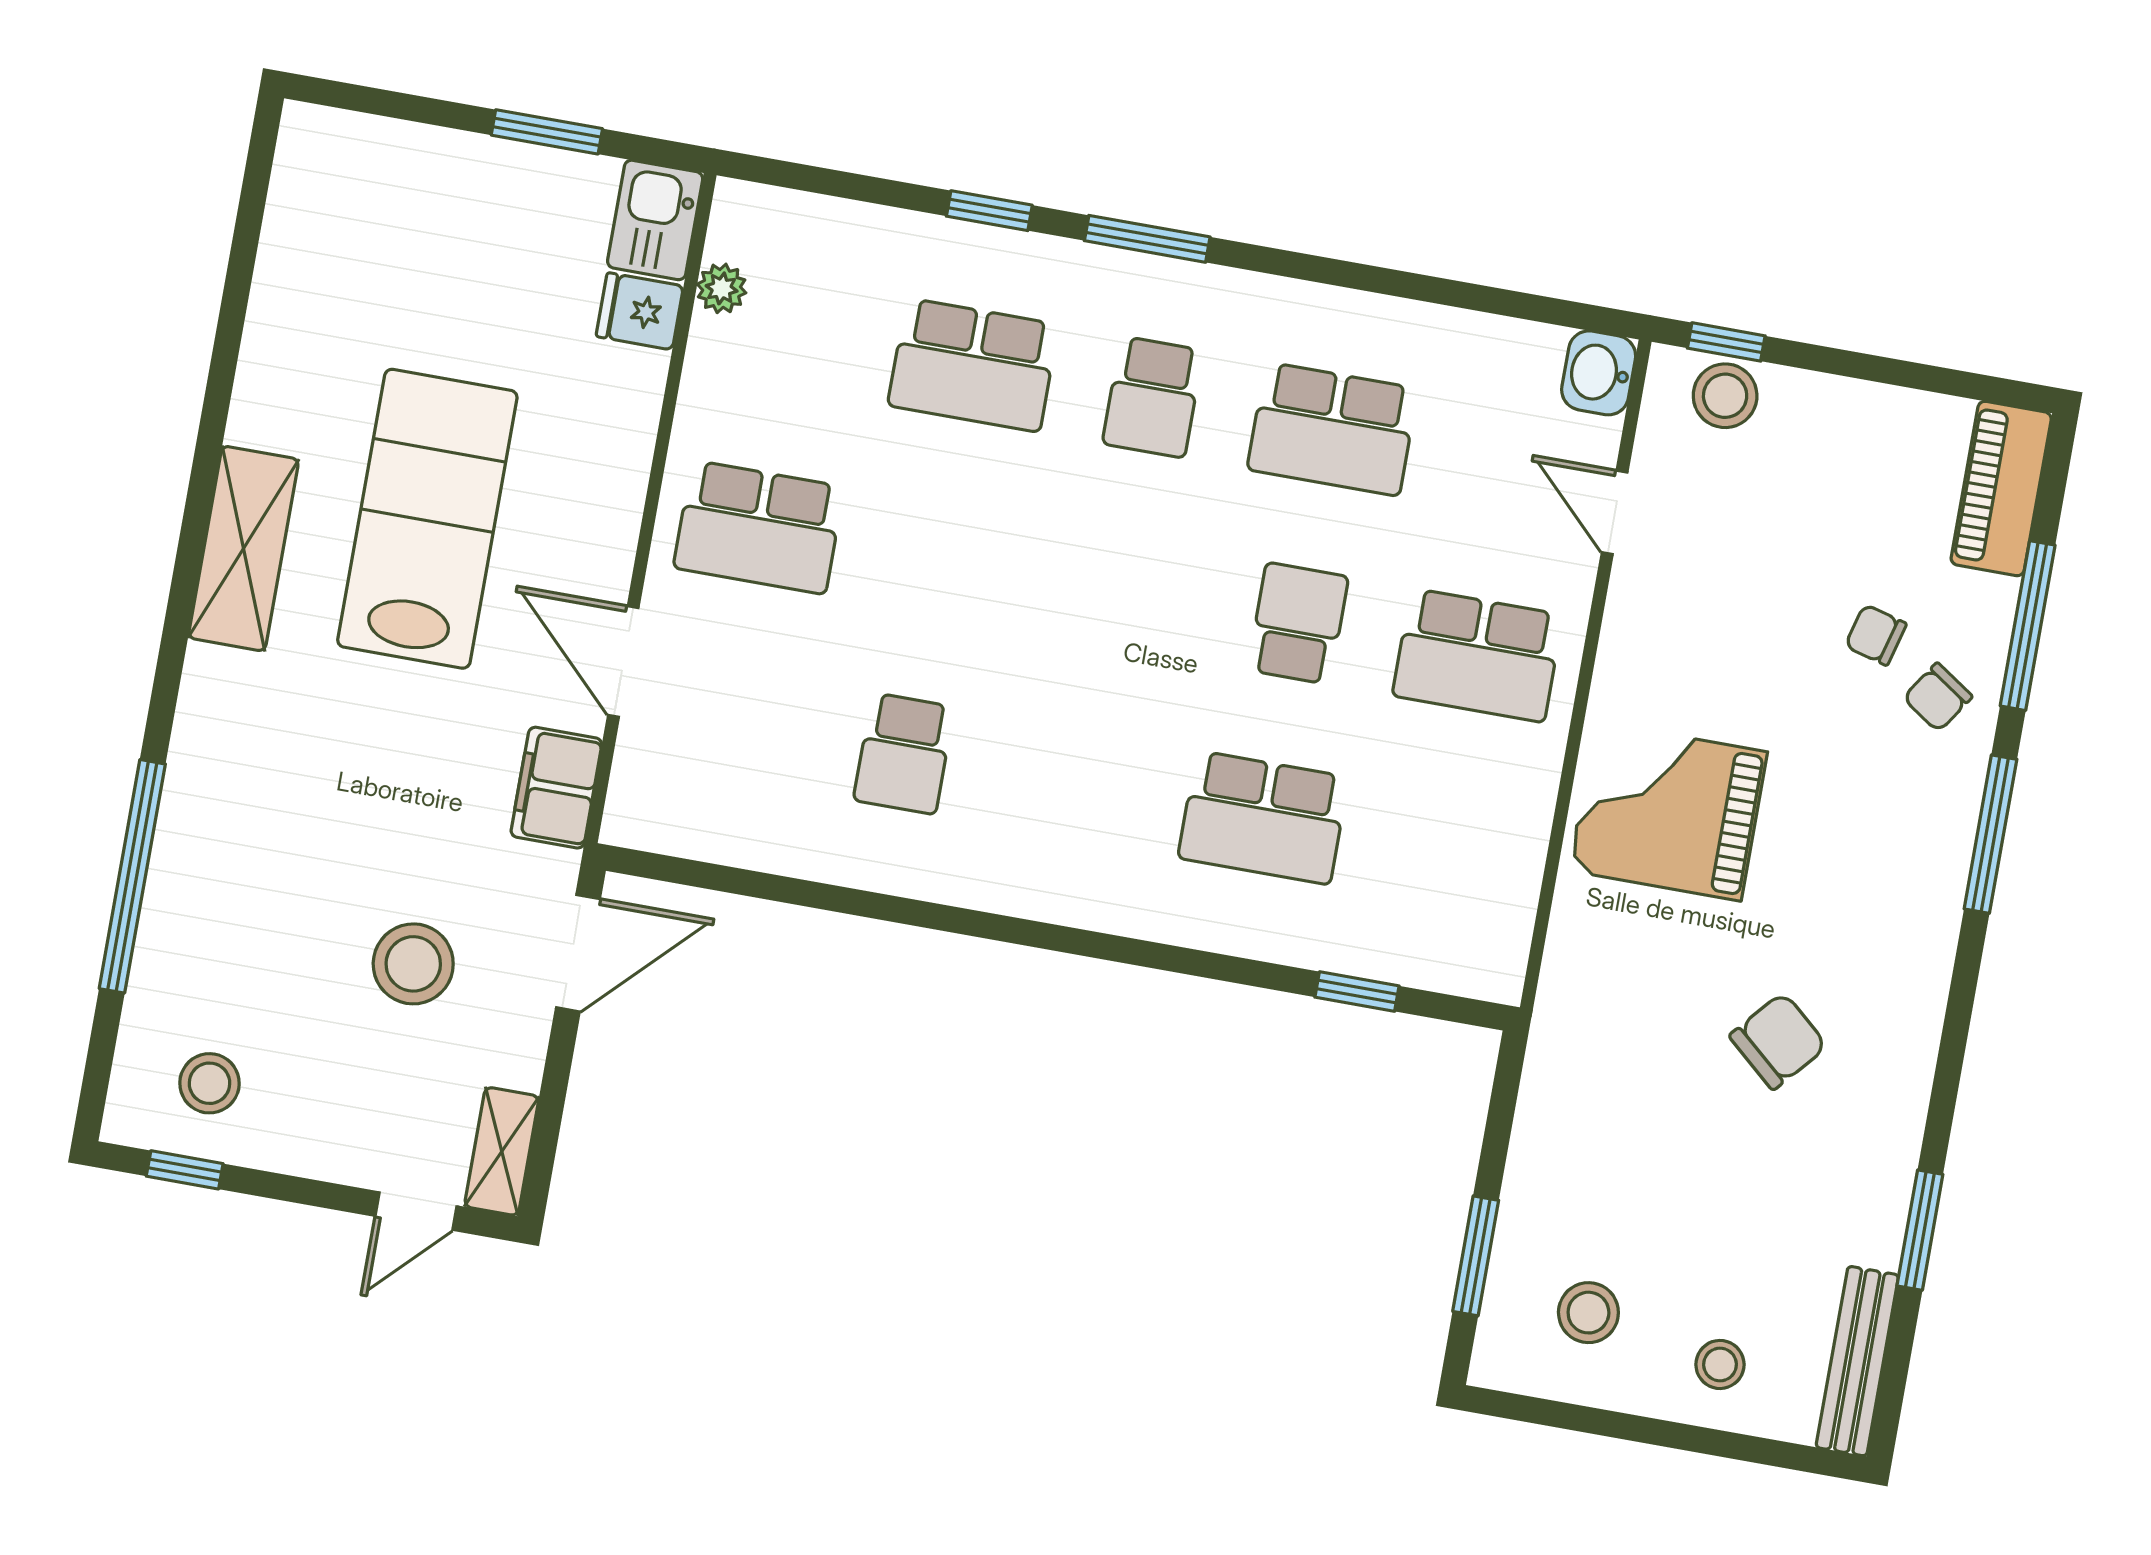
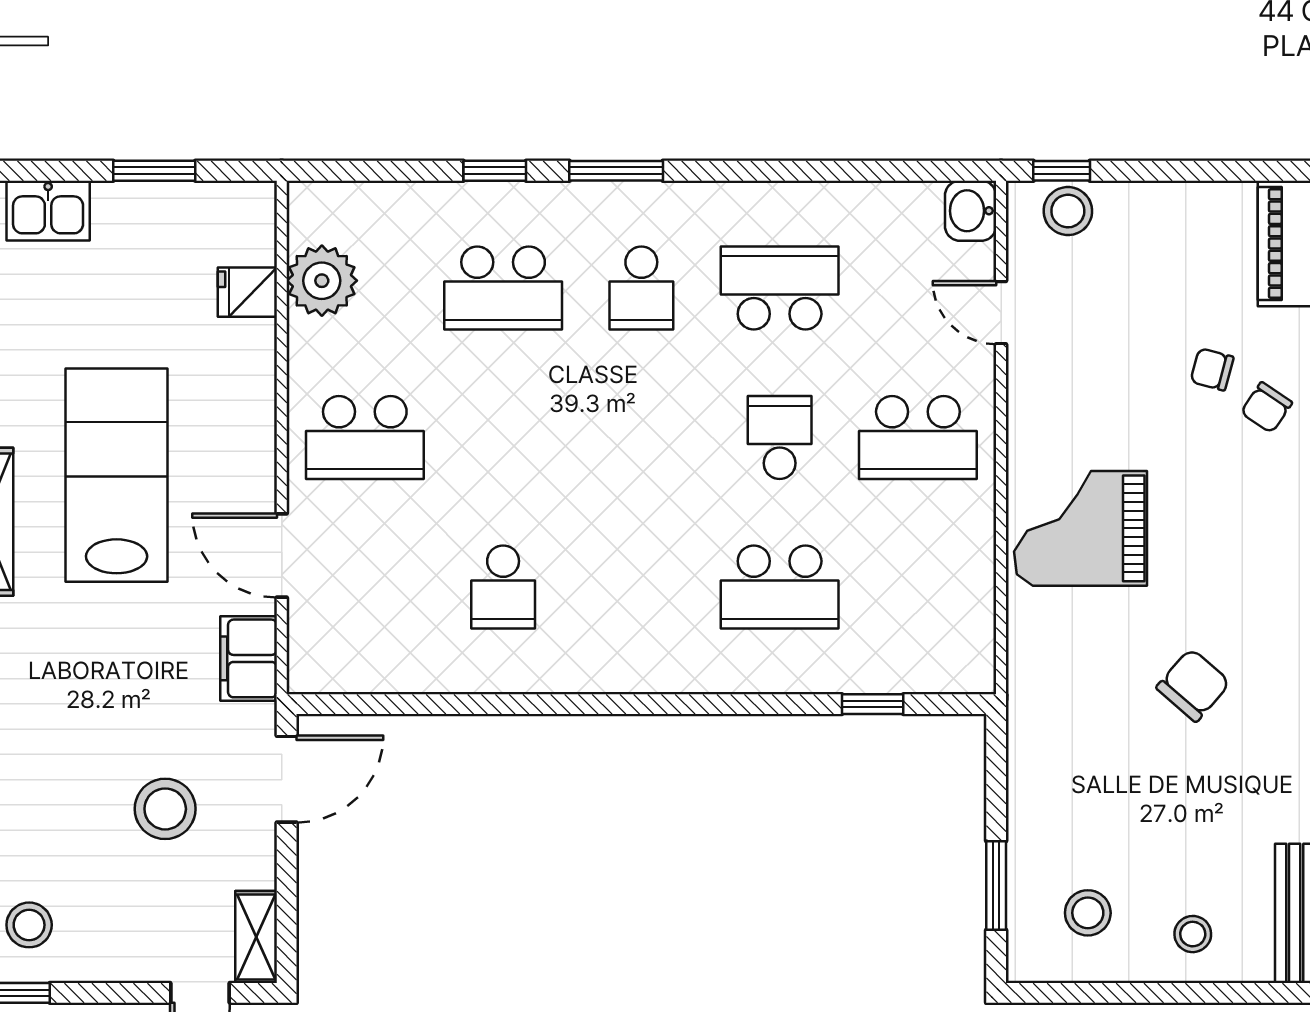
kitchen sink: (655, 220) -> (48, 211), moved, turned -90
plant: (722, 288) -> (322, 281), width x1.88, depth x1.88
school desk: (1333, 429) -> (780, 288), turned 180

